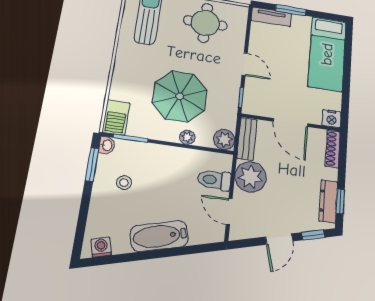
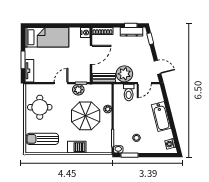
barbecue: (116, 117) -> (77, 147), moved
plant: (224, 140) -> (78, 90), moved
door: (279, 239) -> (158, 67), moved

